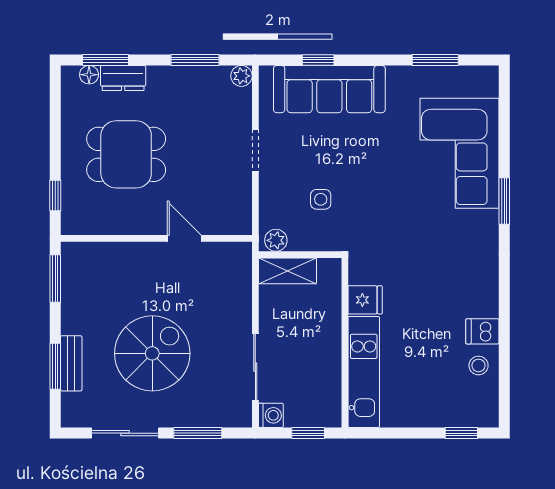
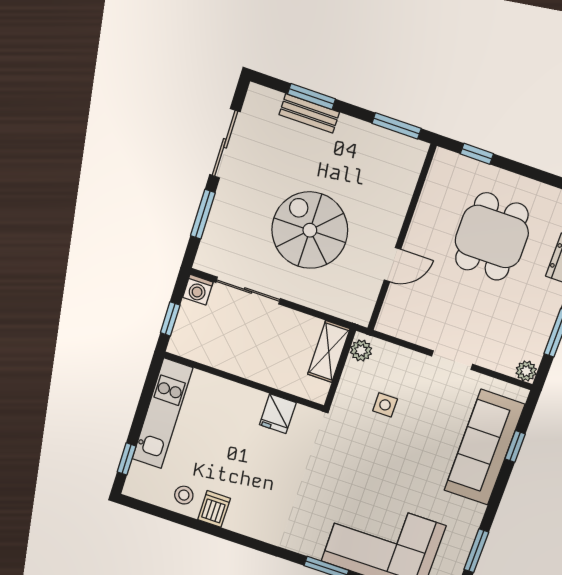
spiral stairs: (152, 353) -> (310, 230), moved, turned 180
kitchen unit: (364, 372) -> (162, 414), moved, turned -90

